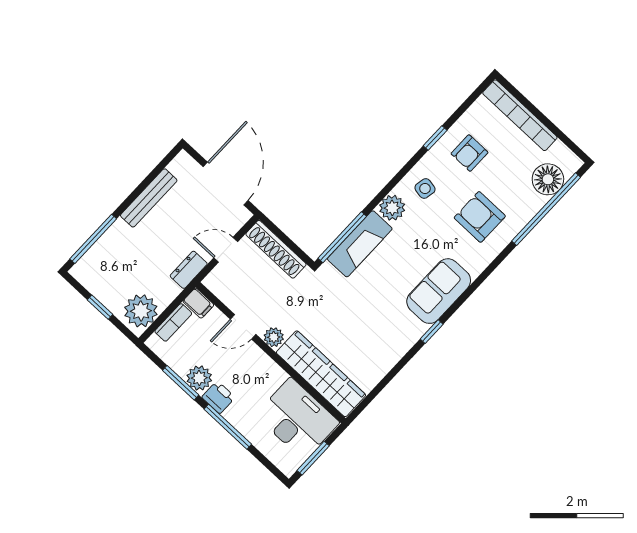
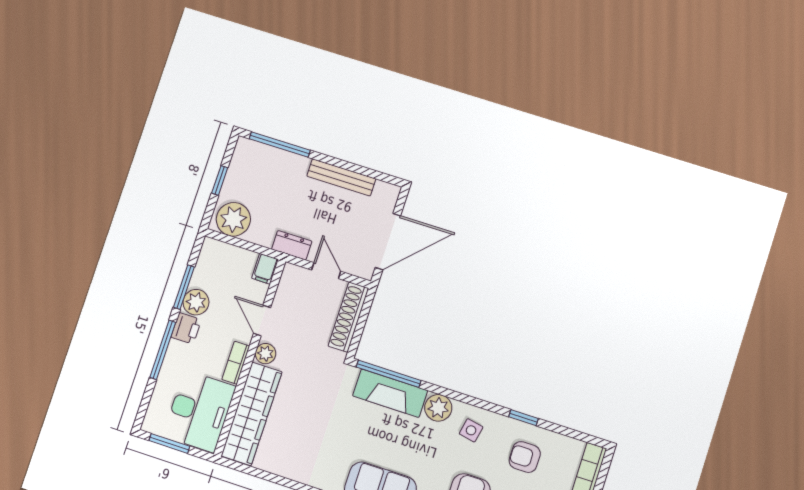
bookcase: (173, 322) -> (236, 363), moved, turned 90

